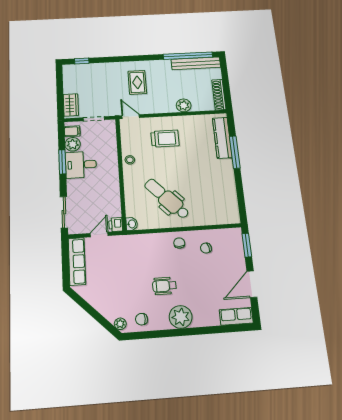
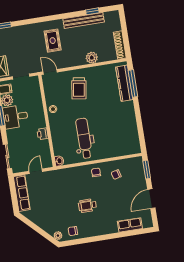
window: (188, 56) -> (92, 11), width x0.32
bench: (196, 63) -> (84, 20), moved
trolley: (165, 139) -> (79, 88), turned 99
window: (235, 152) -> (133, 83), moved
dental chair: (167, 199) -> (84, 138), turned 43
printer: (116, 225) -> (43, 134), moved
row of seats: (236, 316) -> (130, 225), moved
plant: (181, 317) -> (101, 227), removed

